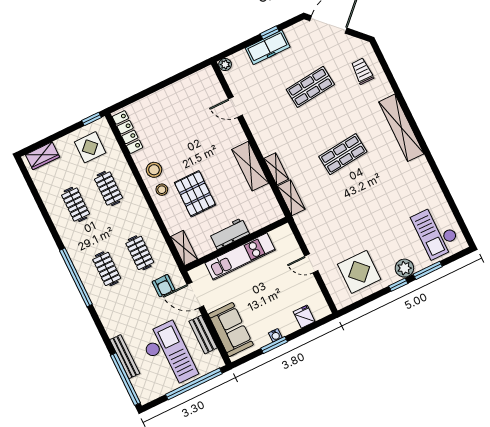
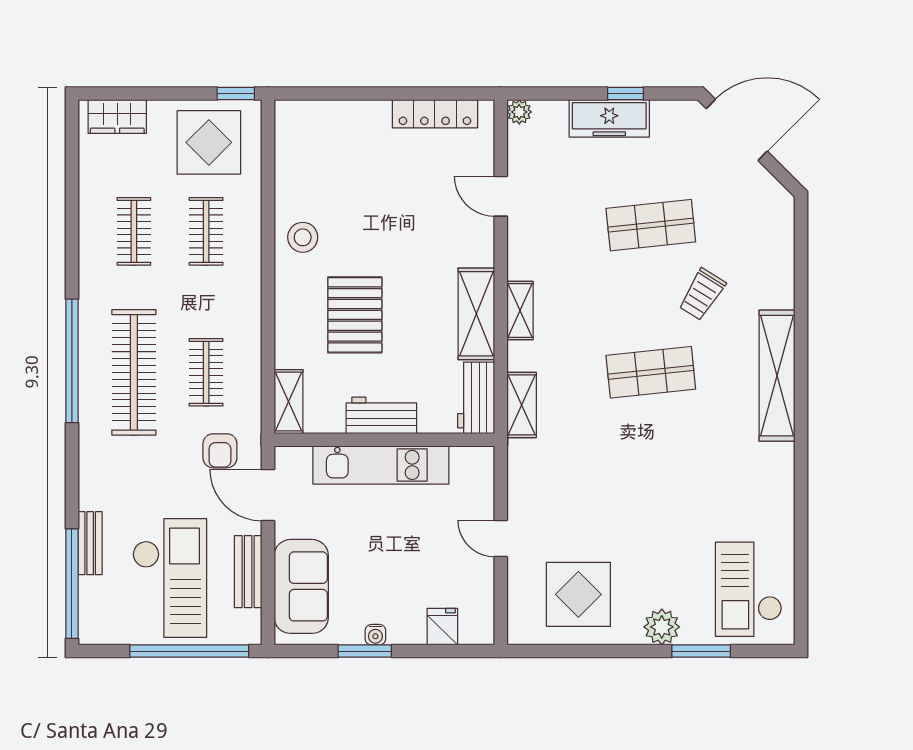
trolley: (362, 71) -> (702, 294), moved, turned -148
locker: (128, 132) -> (435, 114), moved, turned 90
display table: (90, 147) -> (209, 142), width x1.36, depth x1.36
shelving: (276, 169) -> (520, 310), moved
stool: (162, 190) -> (299, 279), removed
workbench: (269, 205) -> (476, 398), added
clothes rail: (107, 269) -> (134, 372), width x1.86, depth x1.31
window: (398, 285) -> (637, 651), removed
bench: (125, 357) -> (90, 543), width x0.73

